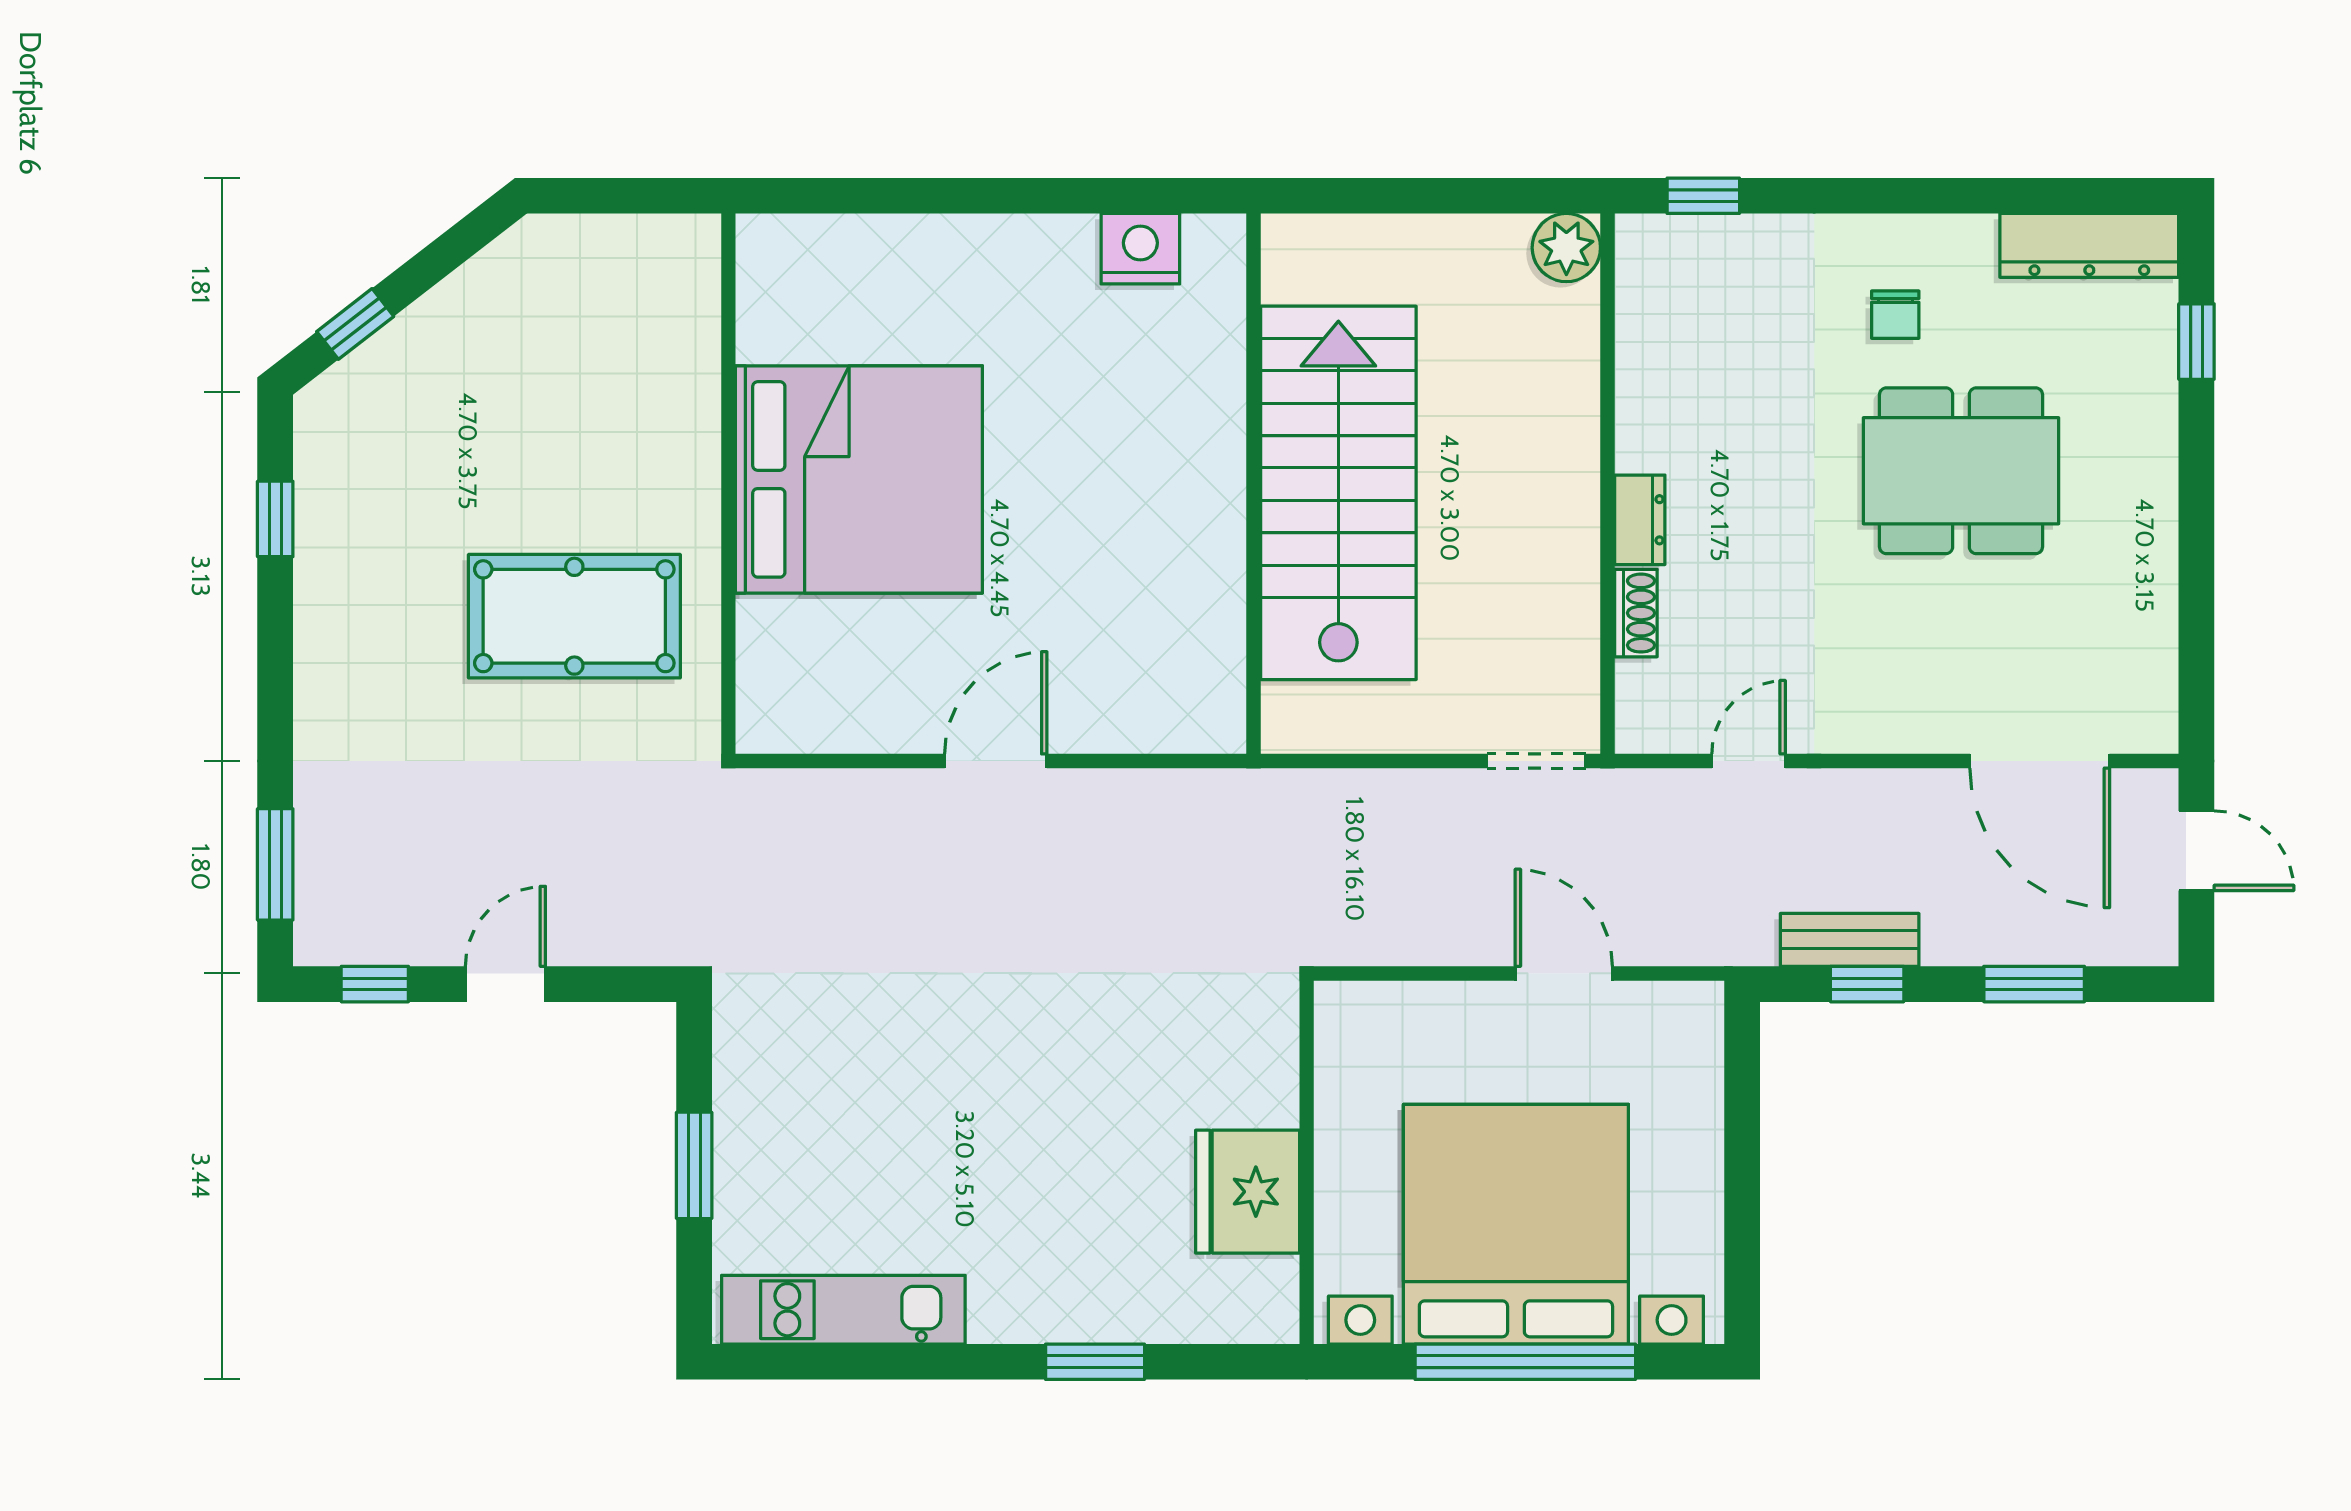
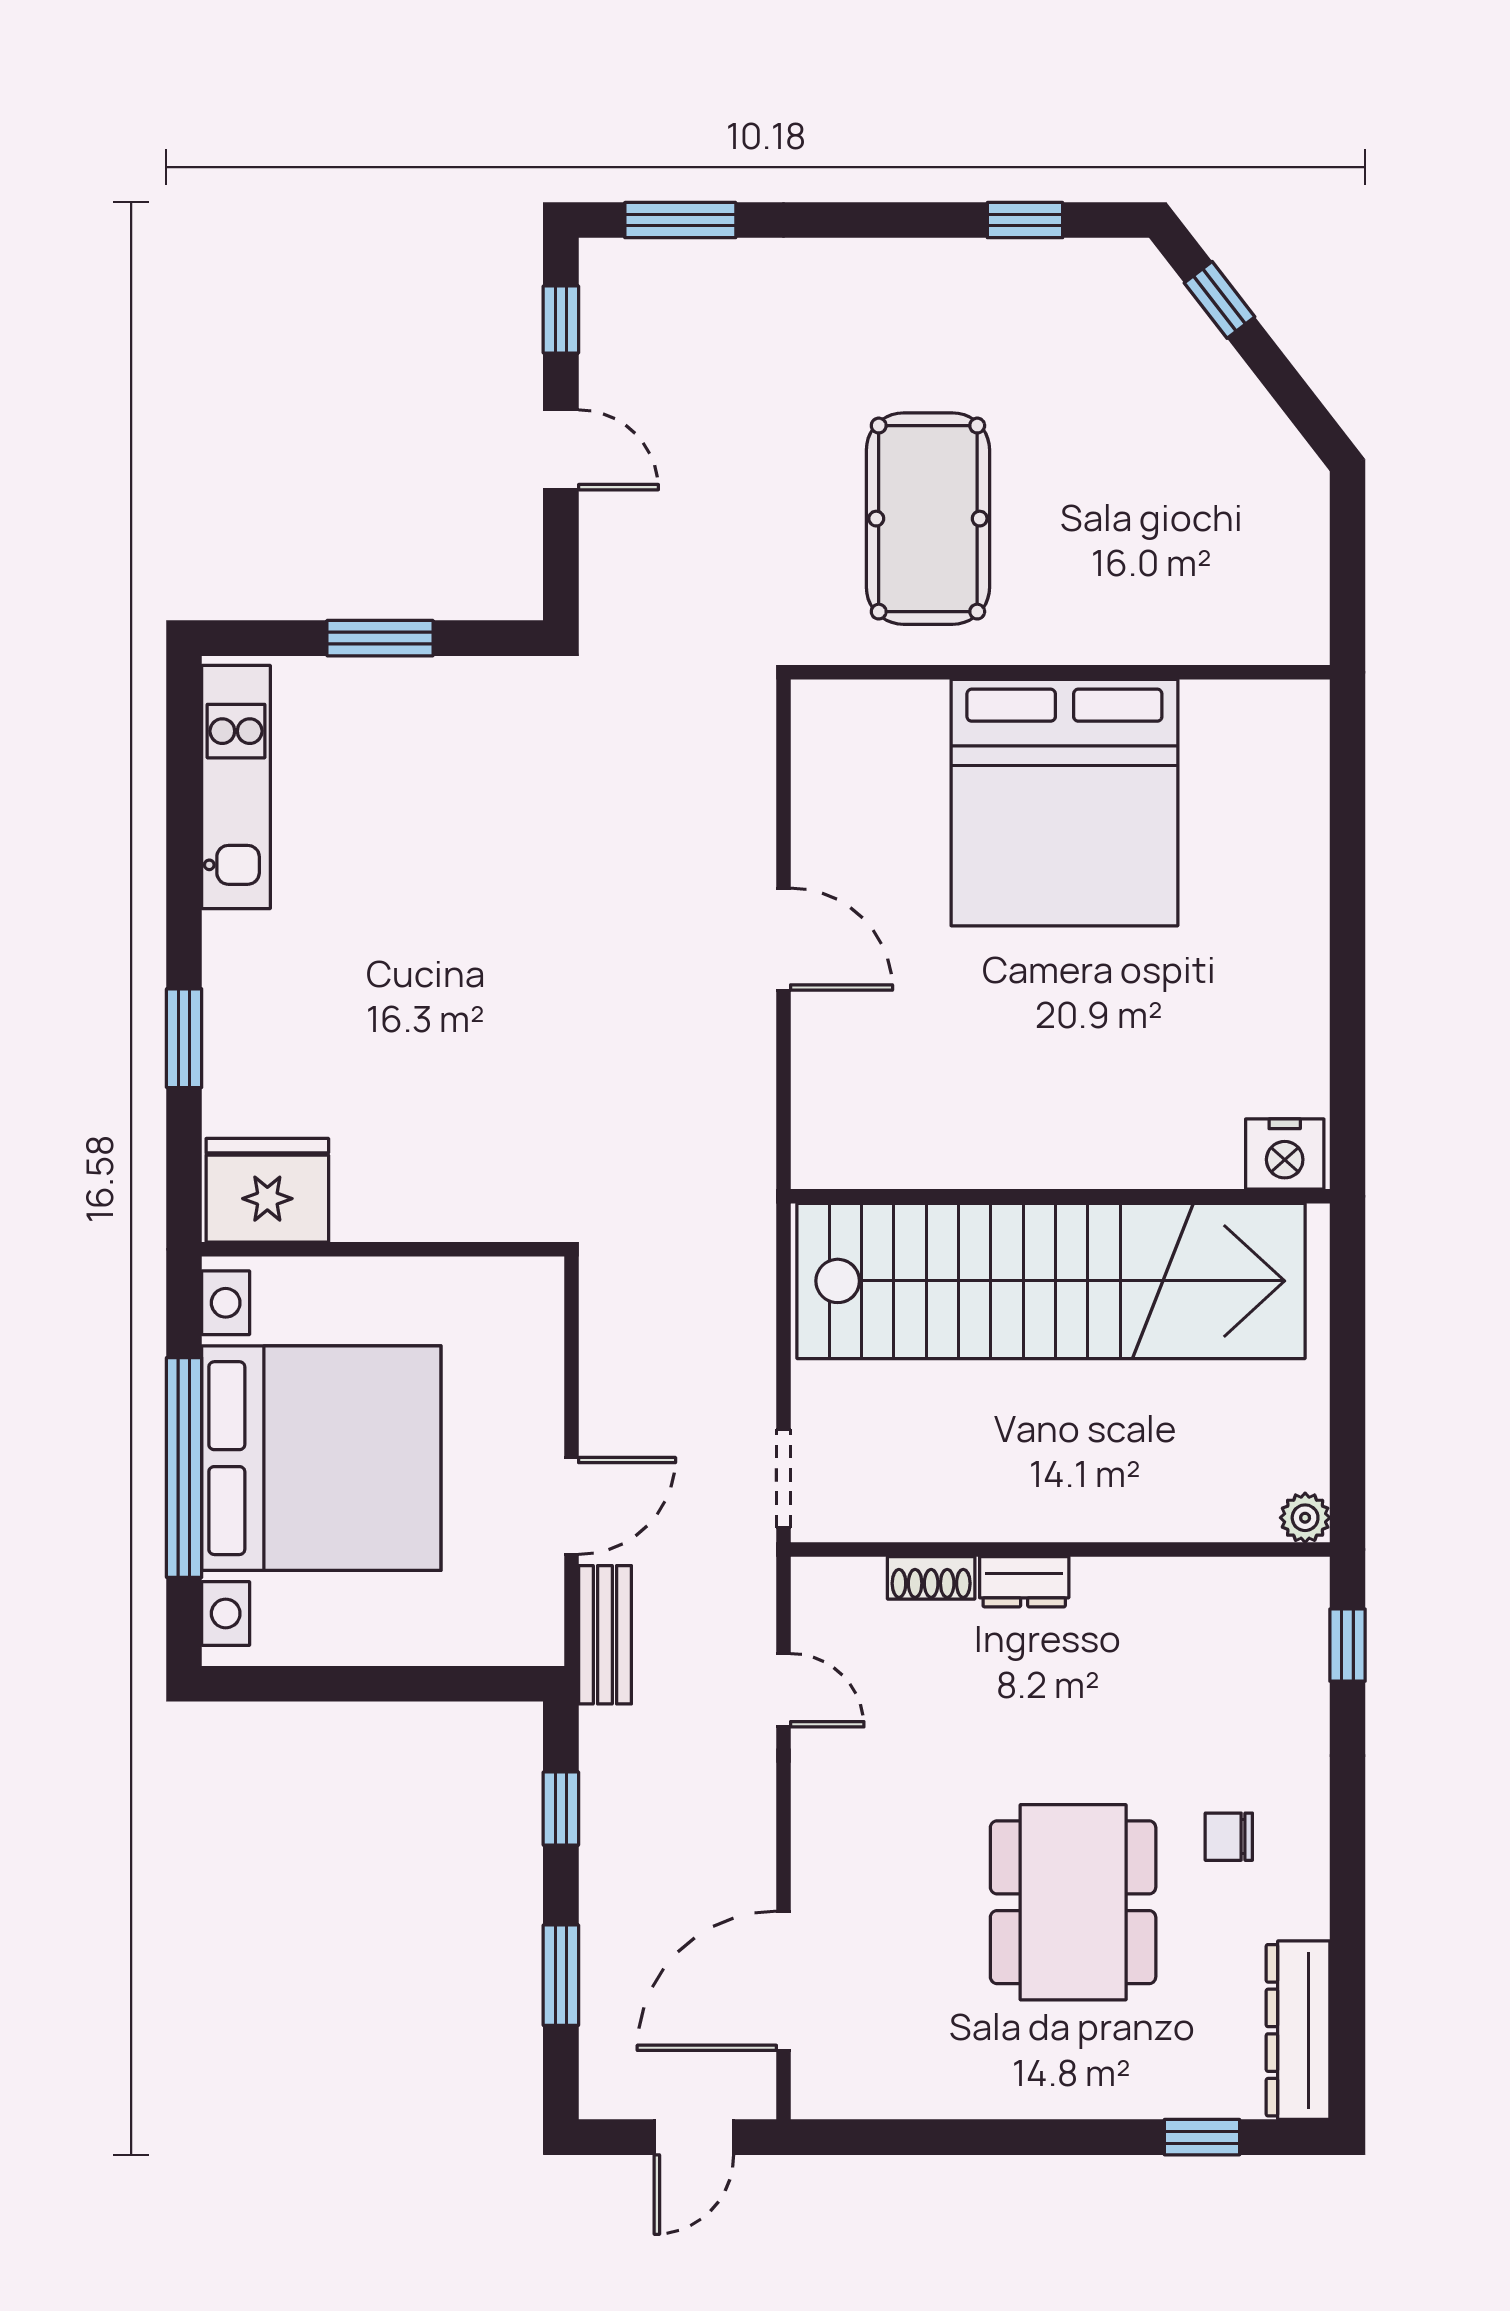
plant: (1566, 248) -> (1305, 1518), width x0.73, depth x0.73
nightstand: (1140, 249) -> (1285, 1154), moved, turned 90
stairs: (1338, 493) -> (1051, 1281), width x1.36
bench: (1850, 940) -> (605, 1635), moved
fridge: (1248, 1192) -> (267, 1190), moved

